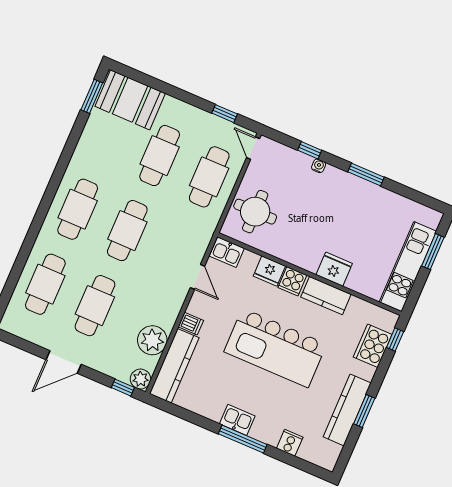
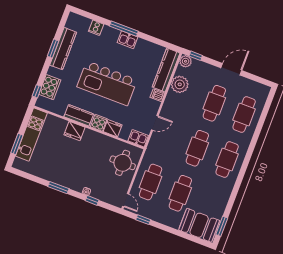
door: (198, 277) -> (155, 123), swing flipped
kitchen island: (275, 348) -> (107, 83), turned 180

